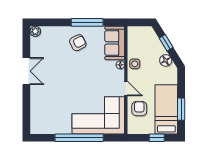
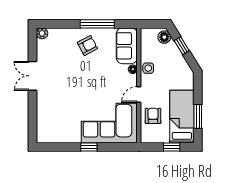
floor lamp: (166, 60) -> (164, 37), moved
double door: (26, 71) -> (32, 76), swing flipped
door: (126, 89) -> (139, 94), swing flipped
window: (79, 138) -> (89, 147), width x0.32

